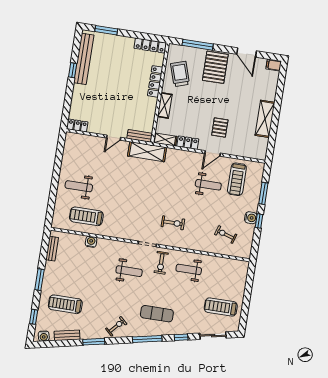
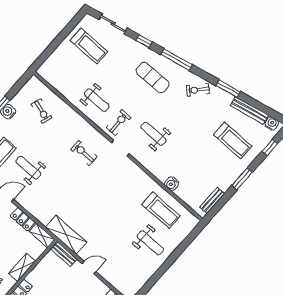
bench: (67, 335) -> (249, 110), width x1.36

